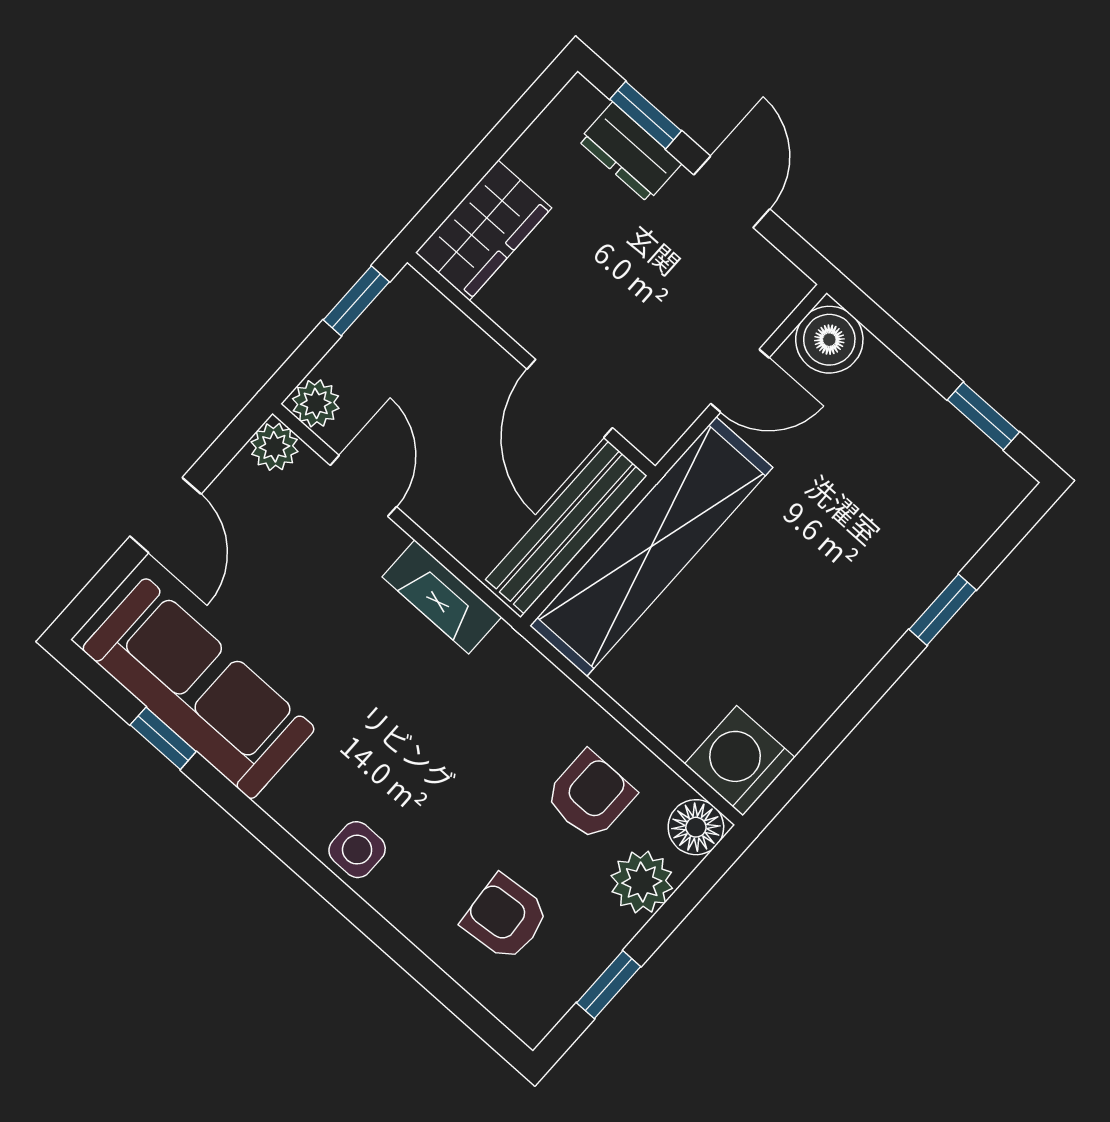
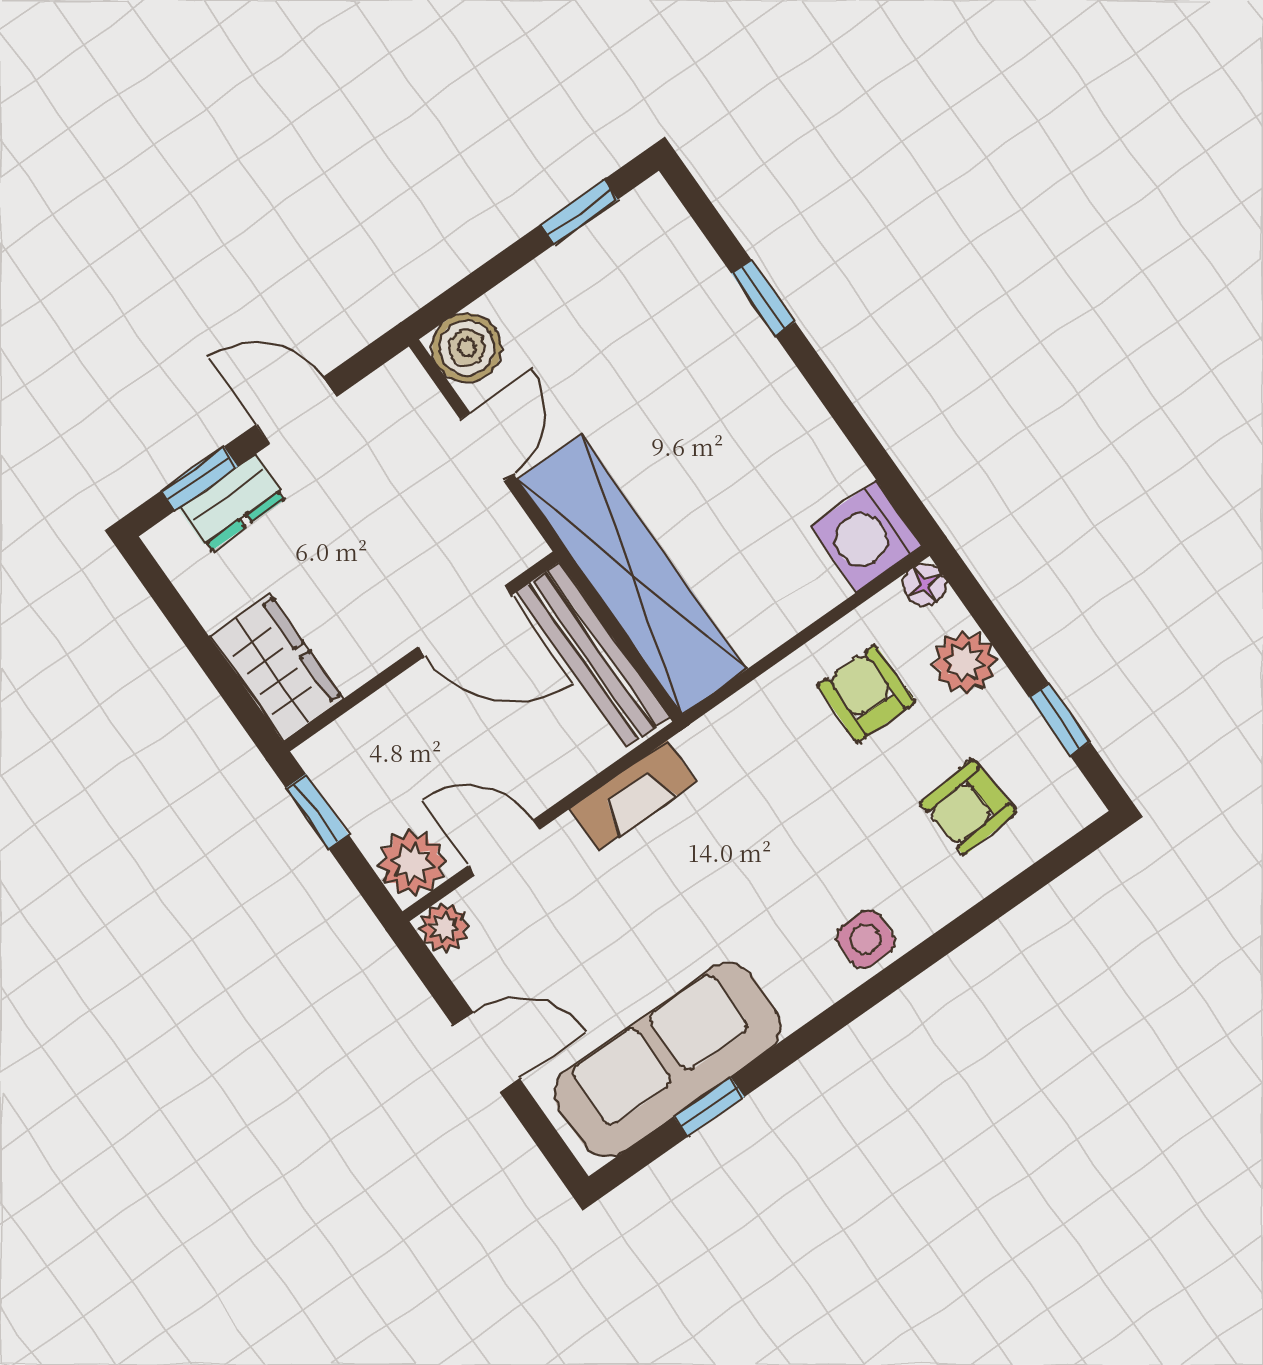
plant: (316, 403) -> (412, 863), width x1.38, depth x1.38
floor lamp: (696, 827) -> (925, 585), width x0.73, depth x0.73

